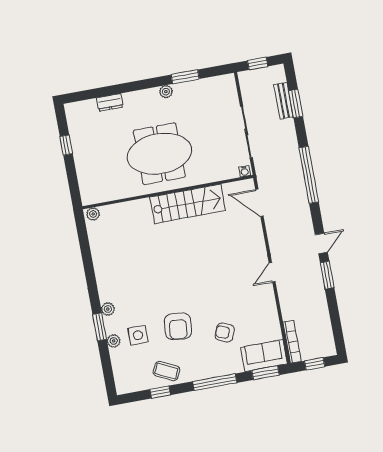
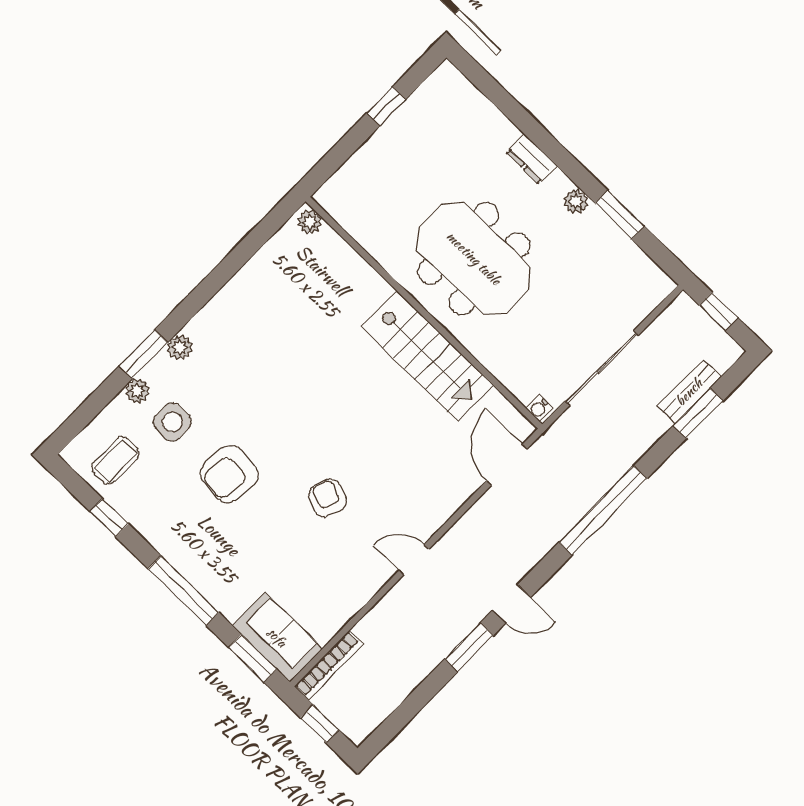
dresser: (110, 102) -> (531, 159), moved
armchair: (225, 332) -> (327, 498), moved
coffee table: (166, 371) -> (116, 460), moved, turned 64

